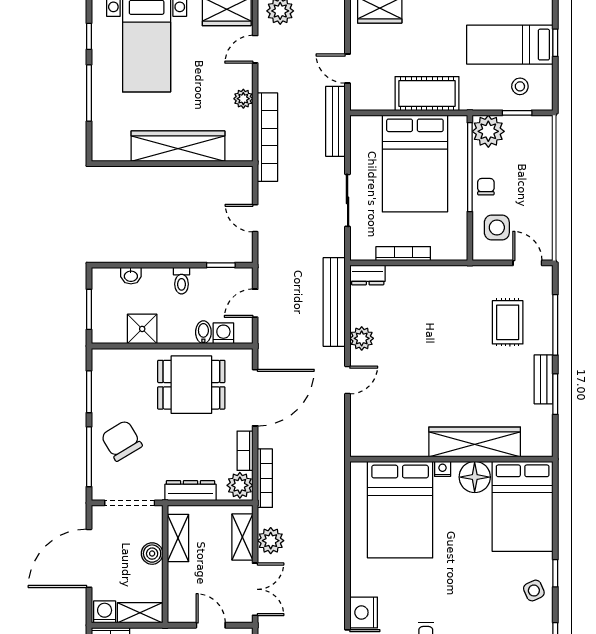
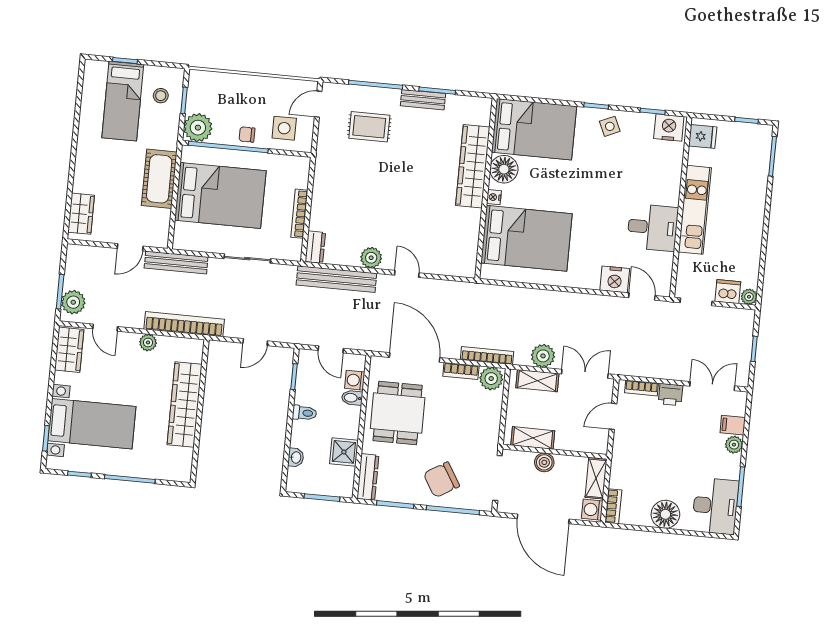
dresser: (190, 491) -> (368, 477), moved, turned 180

